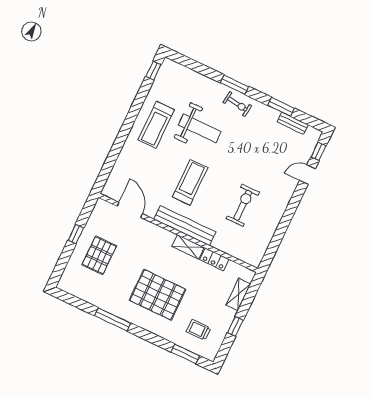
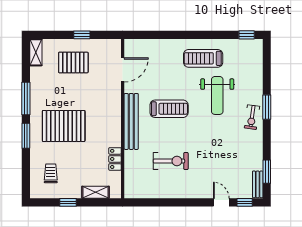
window: (281, 107) -> (267, 172), moved
bench: (293, 123) -> (258, 184), moved
shelving: (188, 247) -> (36, 52), moved
pallet: (158, 295) -> (64, 126), turned 90
window: (185, 354) -> (26, 136), moved

